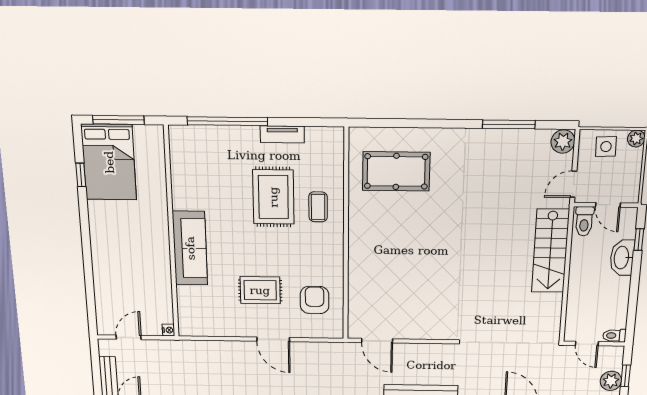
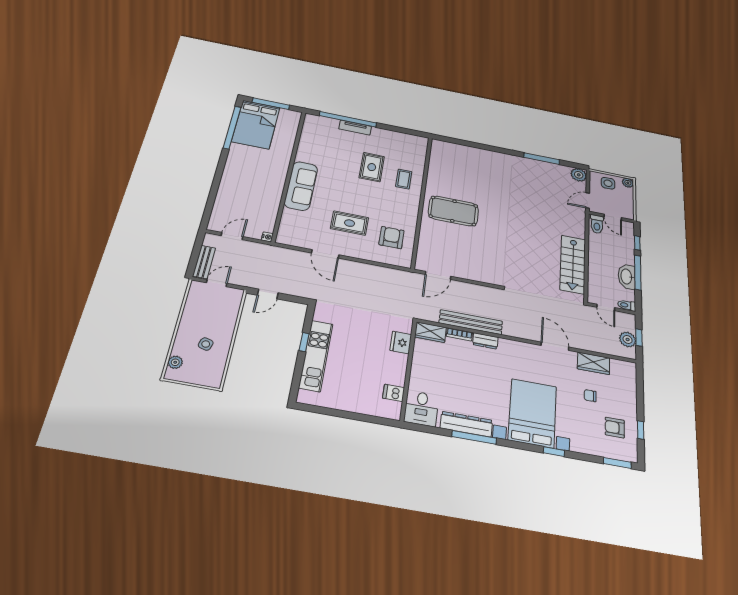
tv unit: (282, 134) -> (355, 128), moved
pool table: (396, 171) -> (453, 211), moved
window: (81, 175) -> (232, 127), width x3.17
rug: (273, 197) -> (372, 167), width x0.73, depth x0.70
stairs: (550, 251) -> (573, 264), moved
washbasin: (622, 258) -> (627, 277), moved
window: (634, 285) -> (638, 272), added
door: (273, 339) -> (325, 254), moved
door: (377, 341) -> (438, 275), hinge flipped

